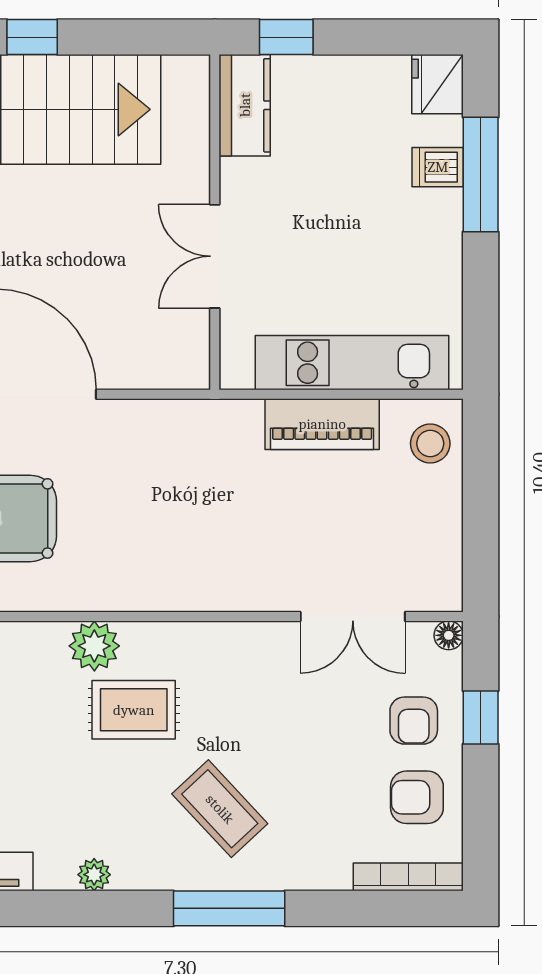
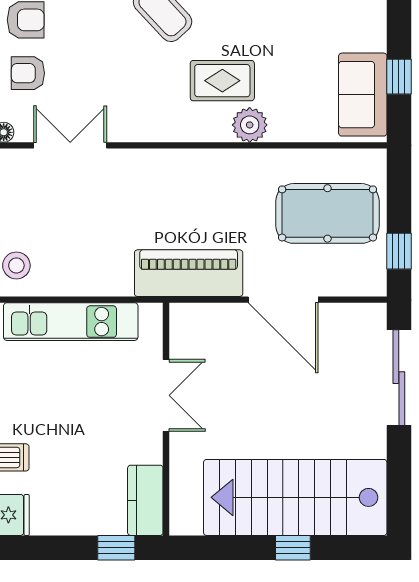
piano: (322, 424) -> (189, 273), moved, width x1.37, depth x1.33
armchair: (414, 721) -> (28, 73), turned -90

